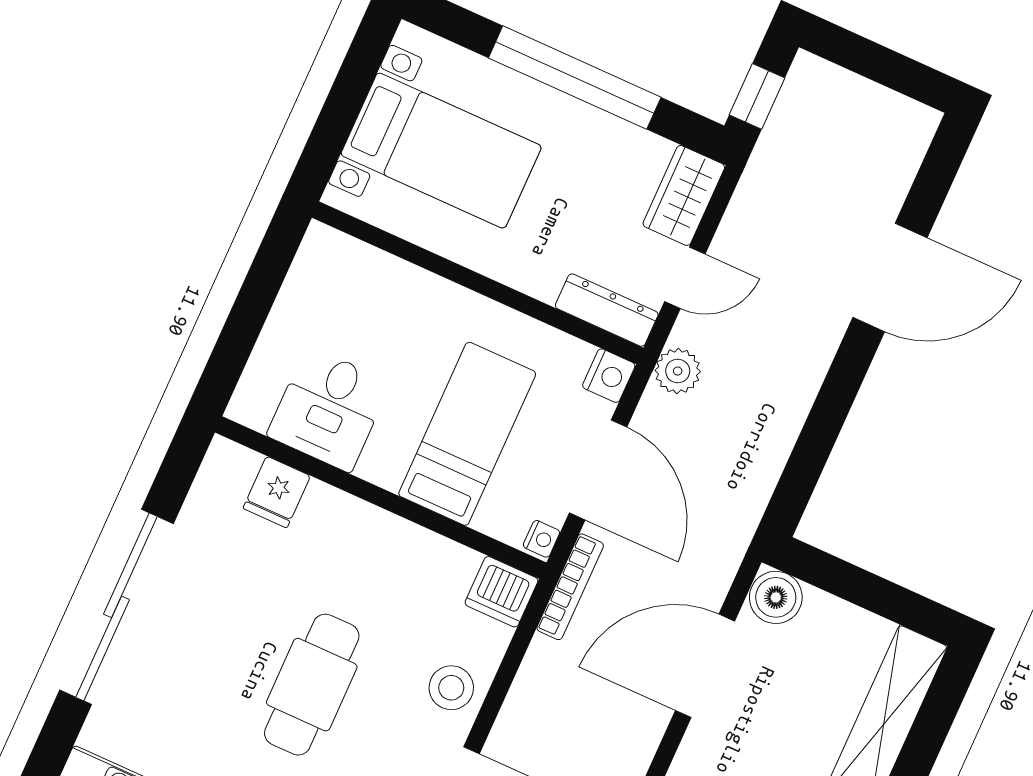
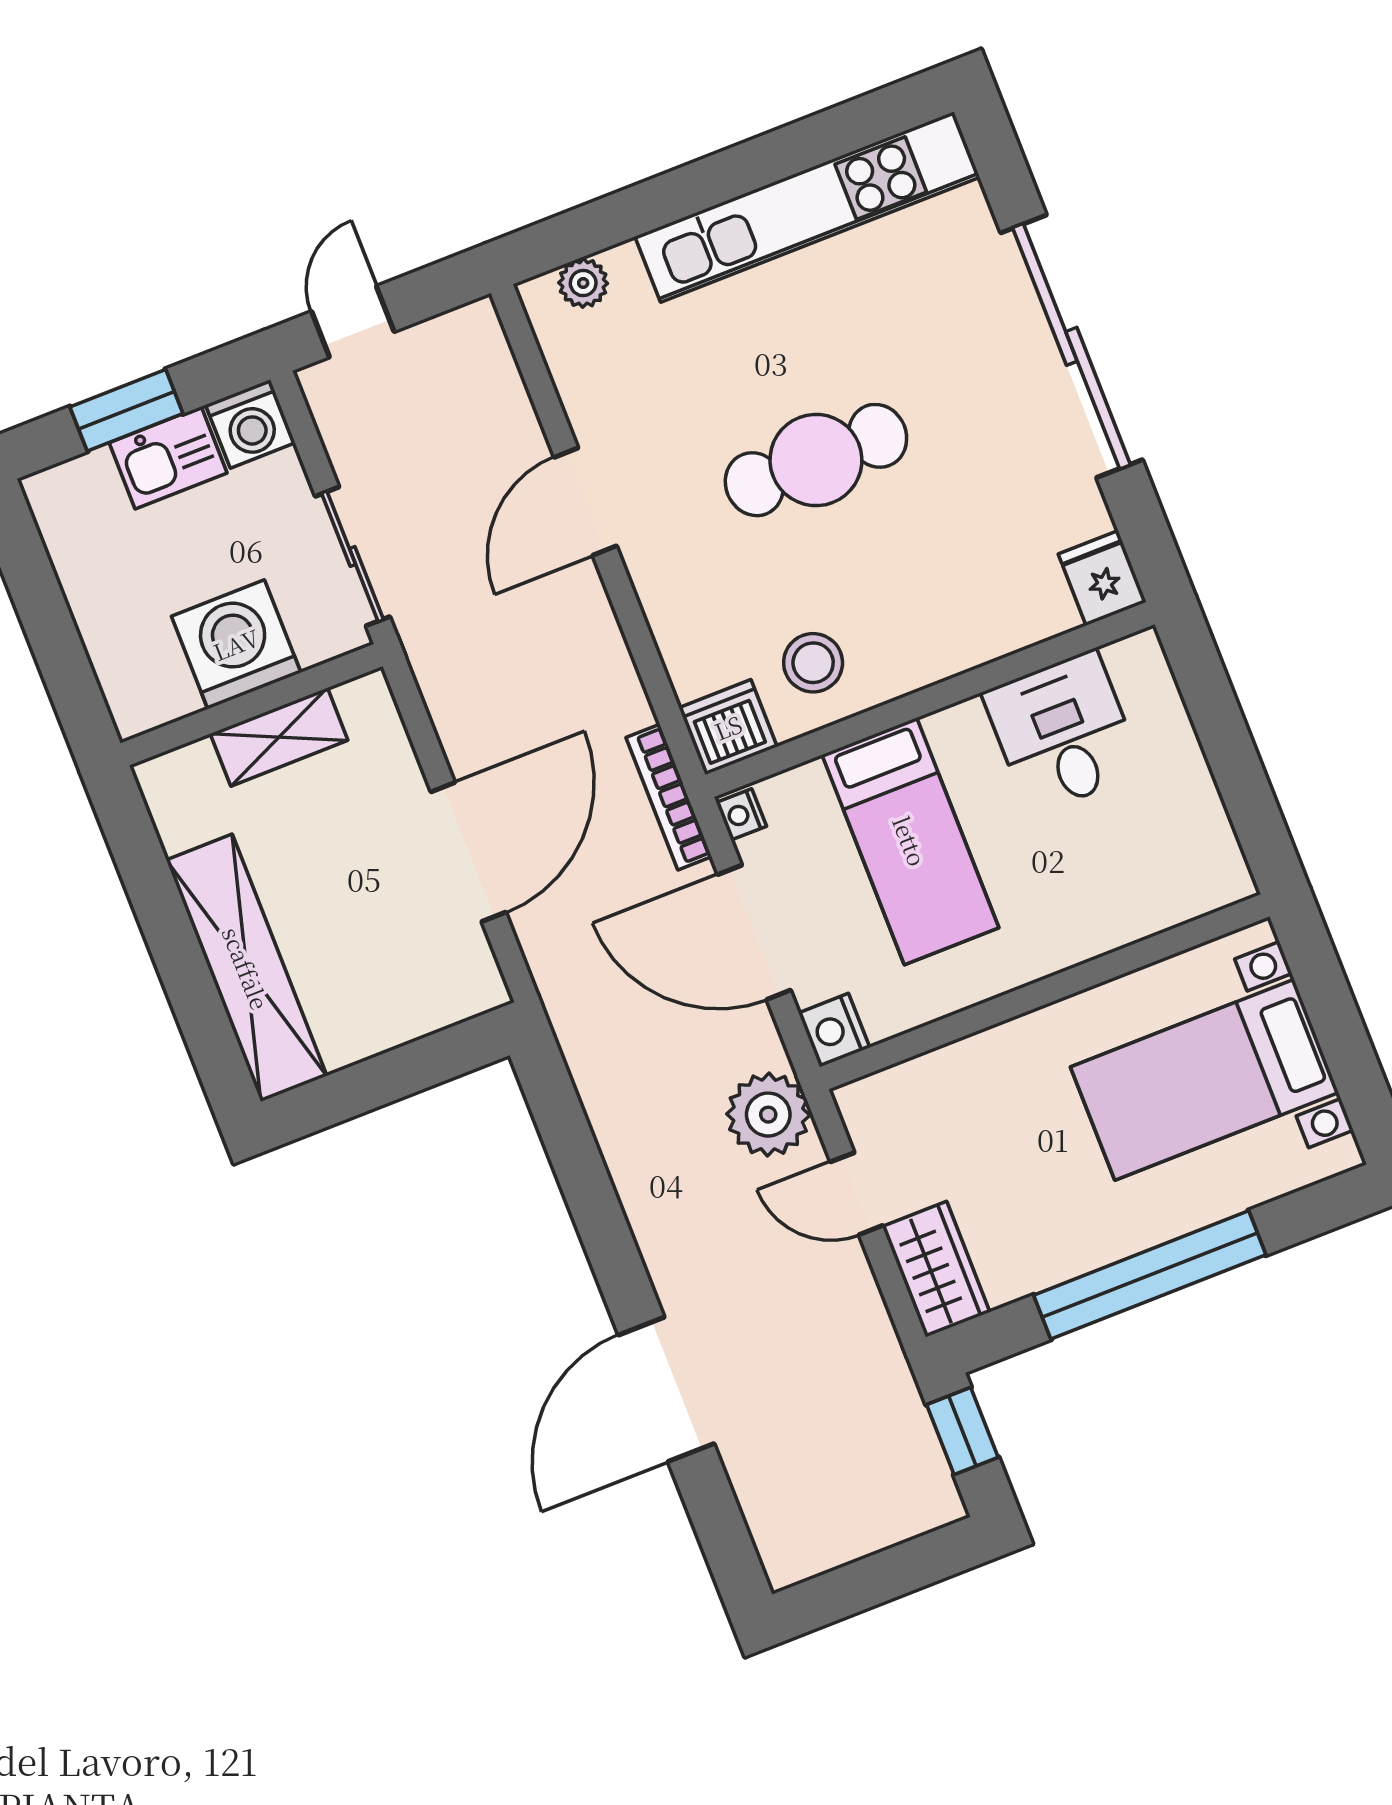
door: (685, 278) -> (857, 1194), hinge flipped
dresser: (607, 310) -> (899, 1089), removed
plant: (678, 371) -> (768, 1115), width x1.36, depth x1.36
fridge: (277, 492) -> (1102, 578), moved
boiler: (776, 597) -> (468, 983), removed
cafe table: (312, 685) -> (816, 460), turned 90
stool: (451, 688) -> (813, 663), moved

